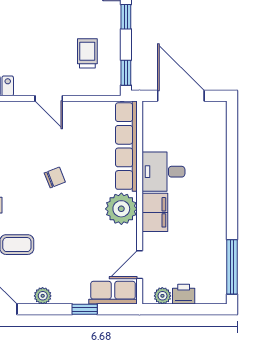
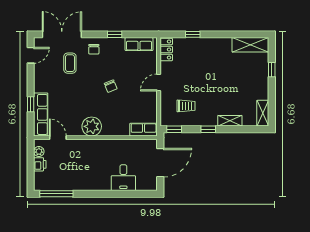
row of seats: (126, 146) -> (144, 130), width x0.50
desk: (163, 172) -> (123, 178), moved, turned 180
filing cabinet: (155, 212) -> (89, 147), removed
row of seats: (113, 293) -> (41, 114), width x1.48
plant: (43, 296) -> (39, 79), removed

